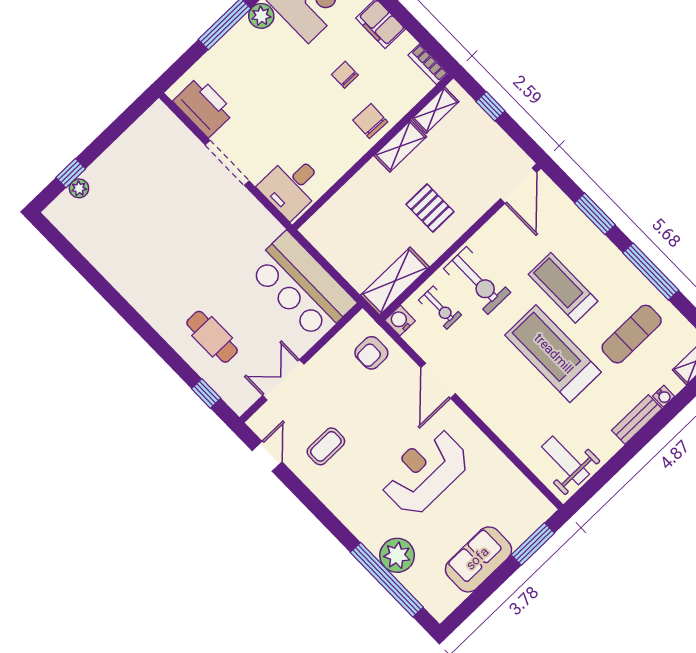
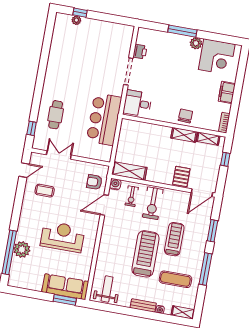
chair: (345, 75) -> (196, 93), removed
printer: (204, 107) -> (140, 52), width x0.53, depth x0.68
pallet: (430, 208) -> (181, 177), moved
bar counter: (302, 286) -> (104, 119), moved
door: (438, 381) -> (104, 205), moved
sofa: (478, 559) -> (65, 287), moved, width x1.36

